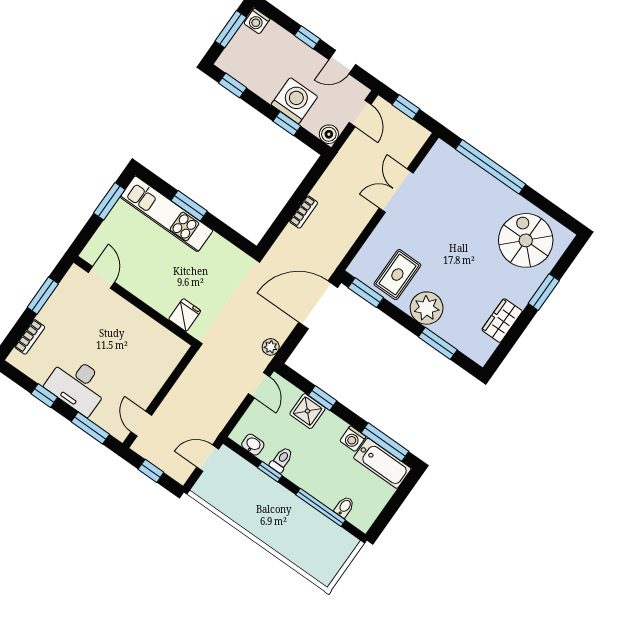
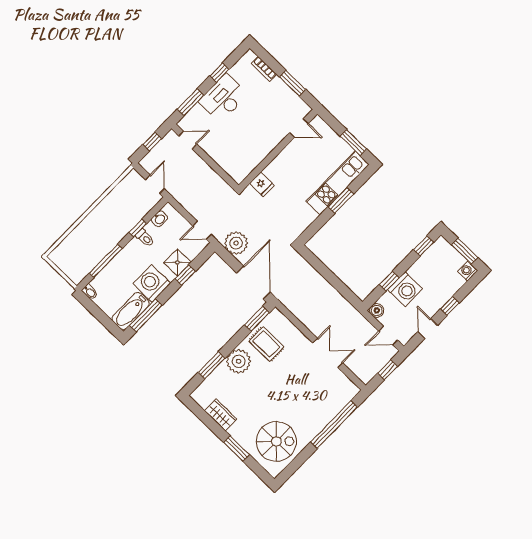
bookcase: (304, 212) -> (323, 283), removed
plant: (271, 347) -> (236, 243), width x1.88, depth x1.88
washing machine: (353, 439) -> (152, 283), width x1.89, depth x1.89
bidet: (344, 507) -> (90, 292), moved

